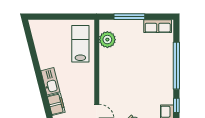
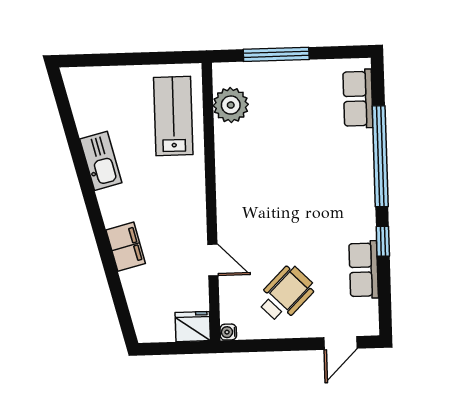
row of seats: (158, 26) -> (358, 99), moved, turned 90
kitchen sink: (50, 81) -> (101, 161), moved

